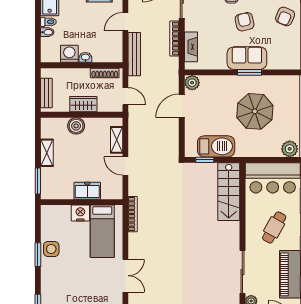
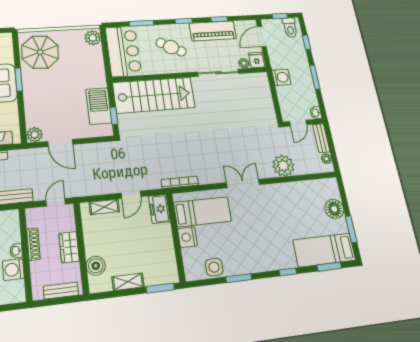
shoe rack: (105, 73) -> (33, 244), moved
parasol: (255, 111) -> (40, 52), moved
boiler: (76, 126) -> (96, 266), moved
freezer: (87, 191) -> (159, 209), moved
stairs: (229, 192) -> (154, 95), width x1.36, depth x1.51
side table: (51, 249) -> (214, 267), moved

